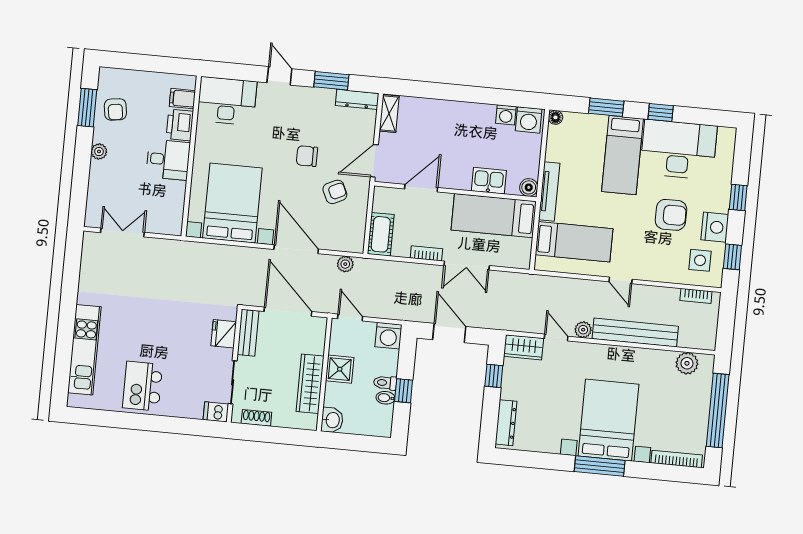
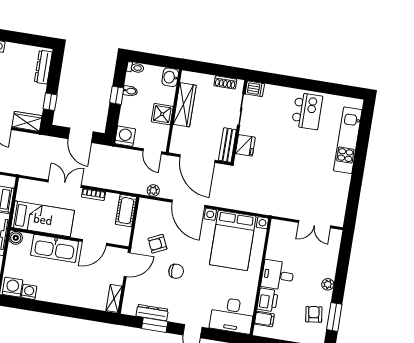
dresser: (357, 99) -> (152, 313), moved
kitchen sink: (489, 181) -> (55, 248), width x1.88, depth x1.24
toilet: (385, 383) -> (135, 68), moved

